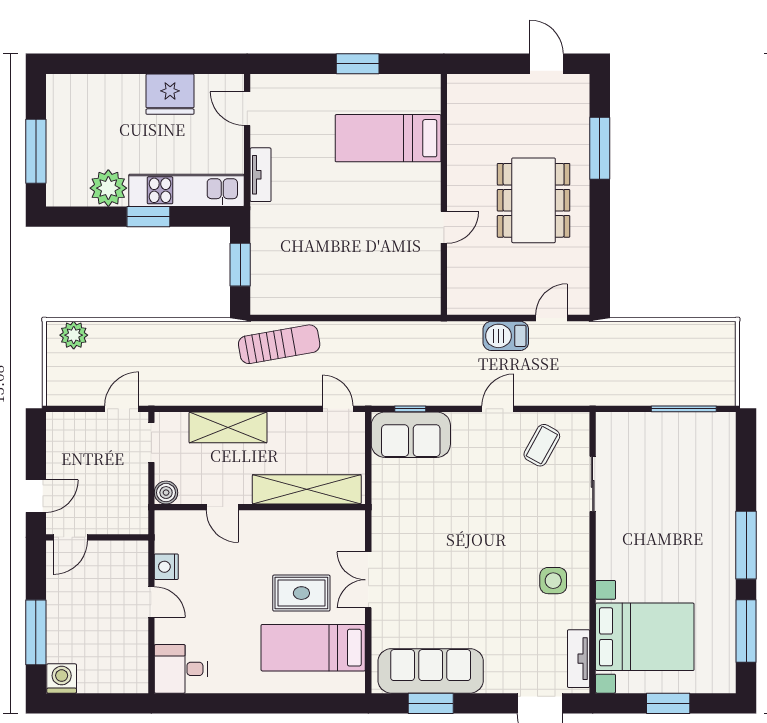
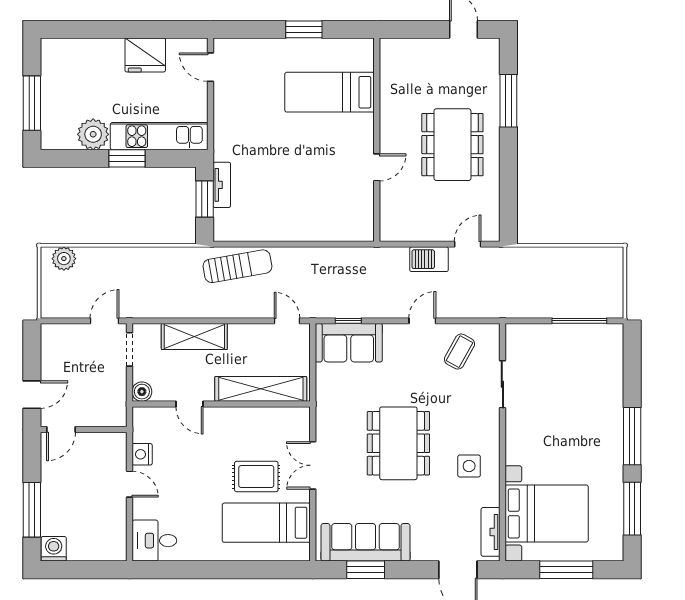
tv unit: (261, 175) -> (222, 185), moved
dining table: (470, 554) -> (398, 443), added
window: (668, 703) -> (566, 570), width x1.44

